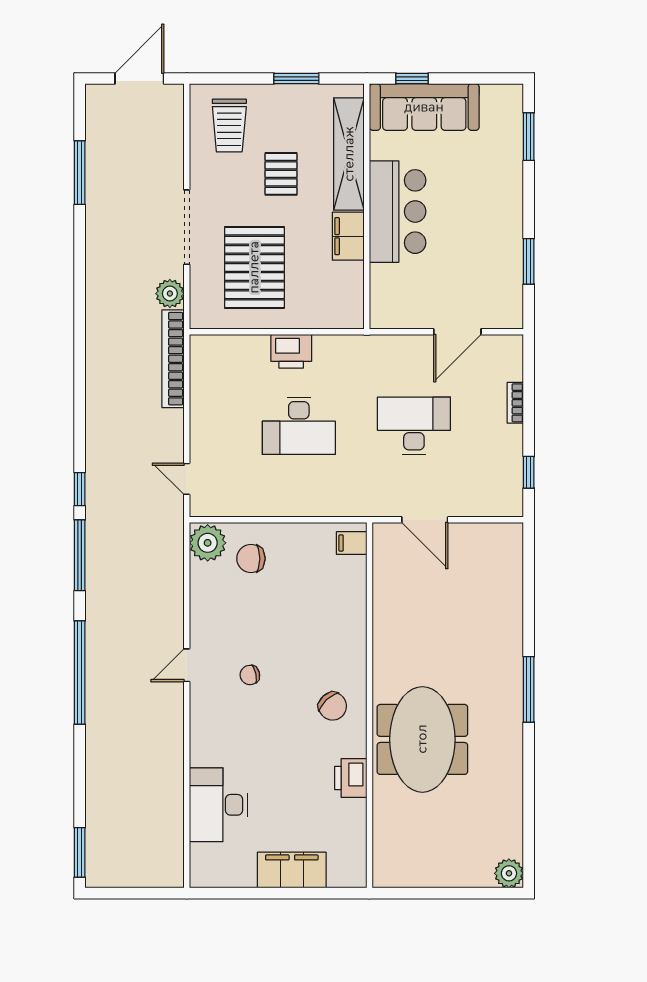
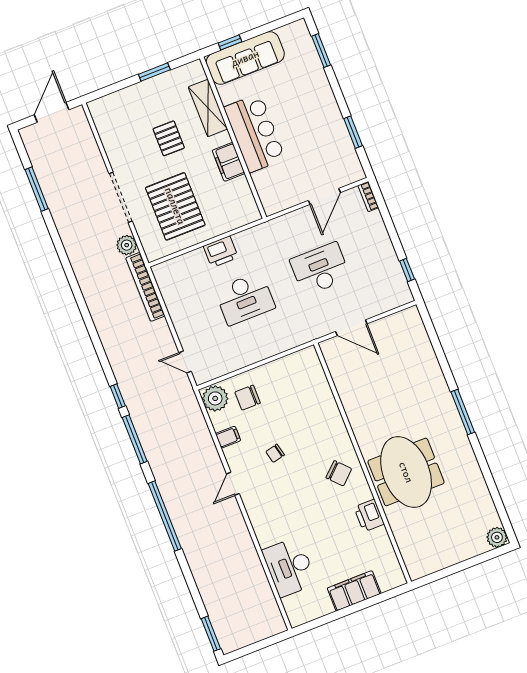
trolley: (229, 125) -> (122, 120), removed
shelving: (349, 154) -> (208, 108), width x0.68
bookcase: (515, 403) -> (368, 197), moved
filing cabinet: (352, 543) -> (228, 437), moved, turned 180
chair: (250, 675) -> (275, 453), moved

